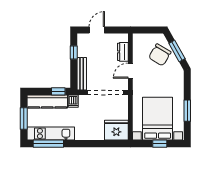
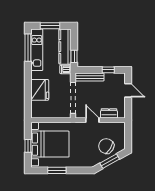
fridge: (116, 130) -> (40, 90), moved

